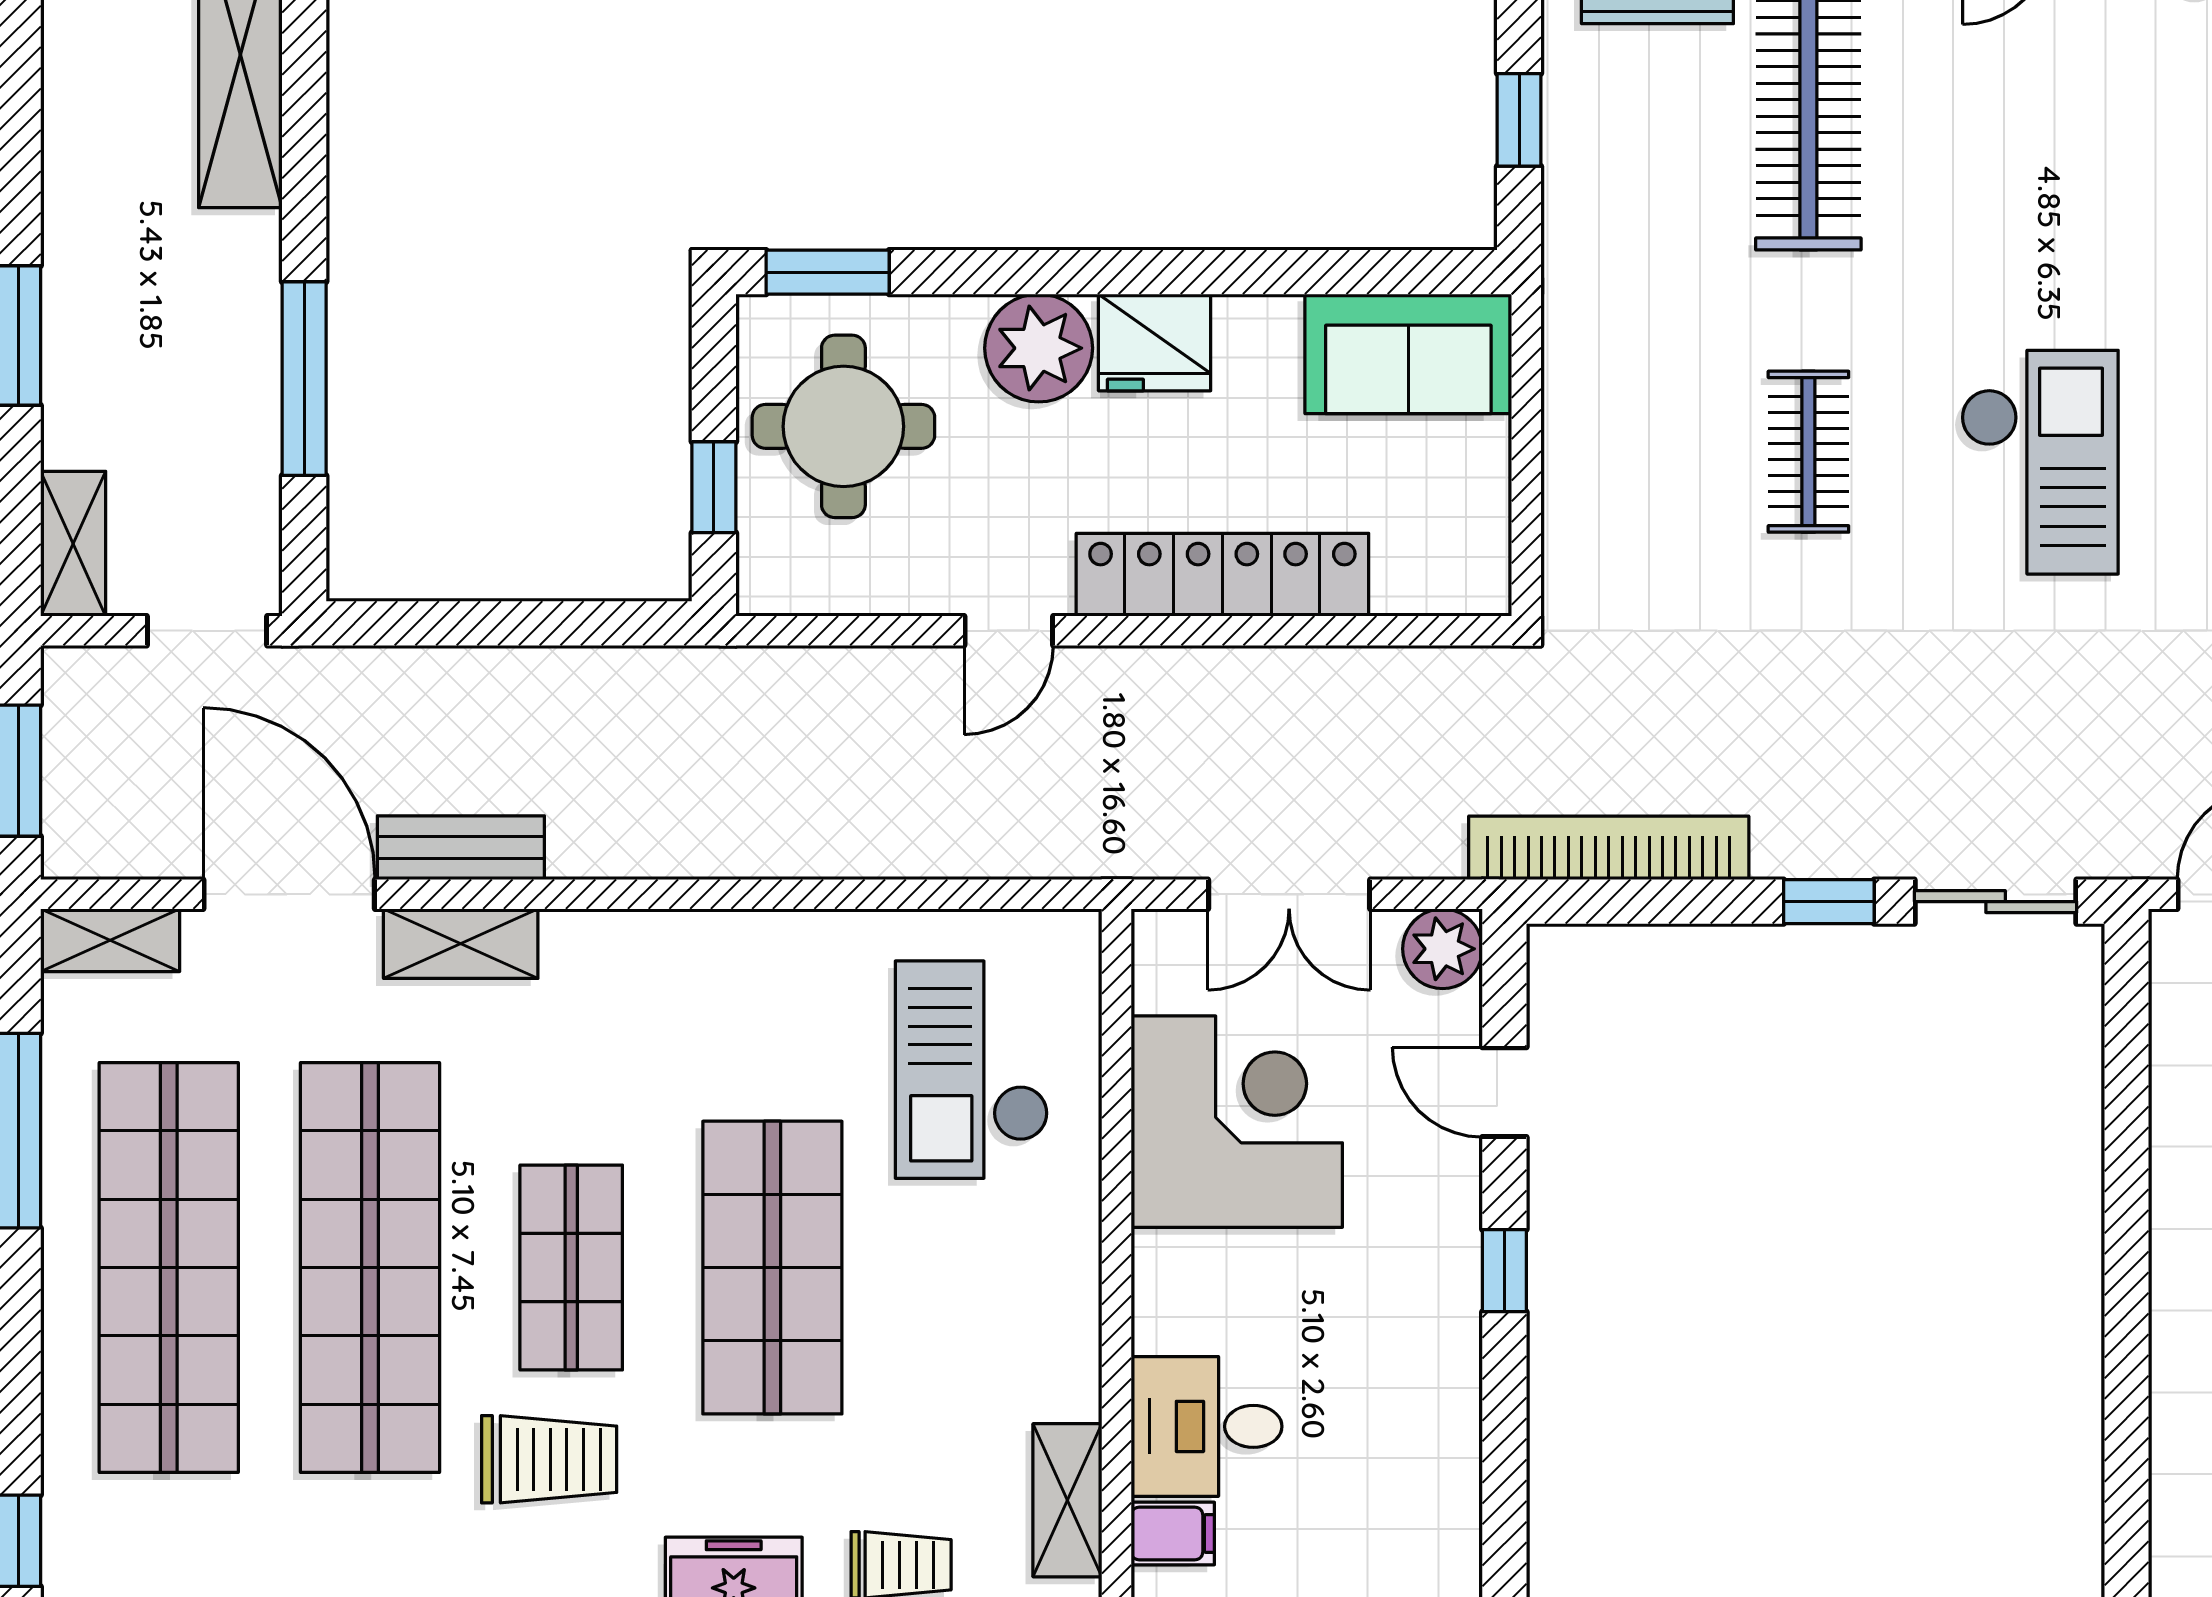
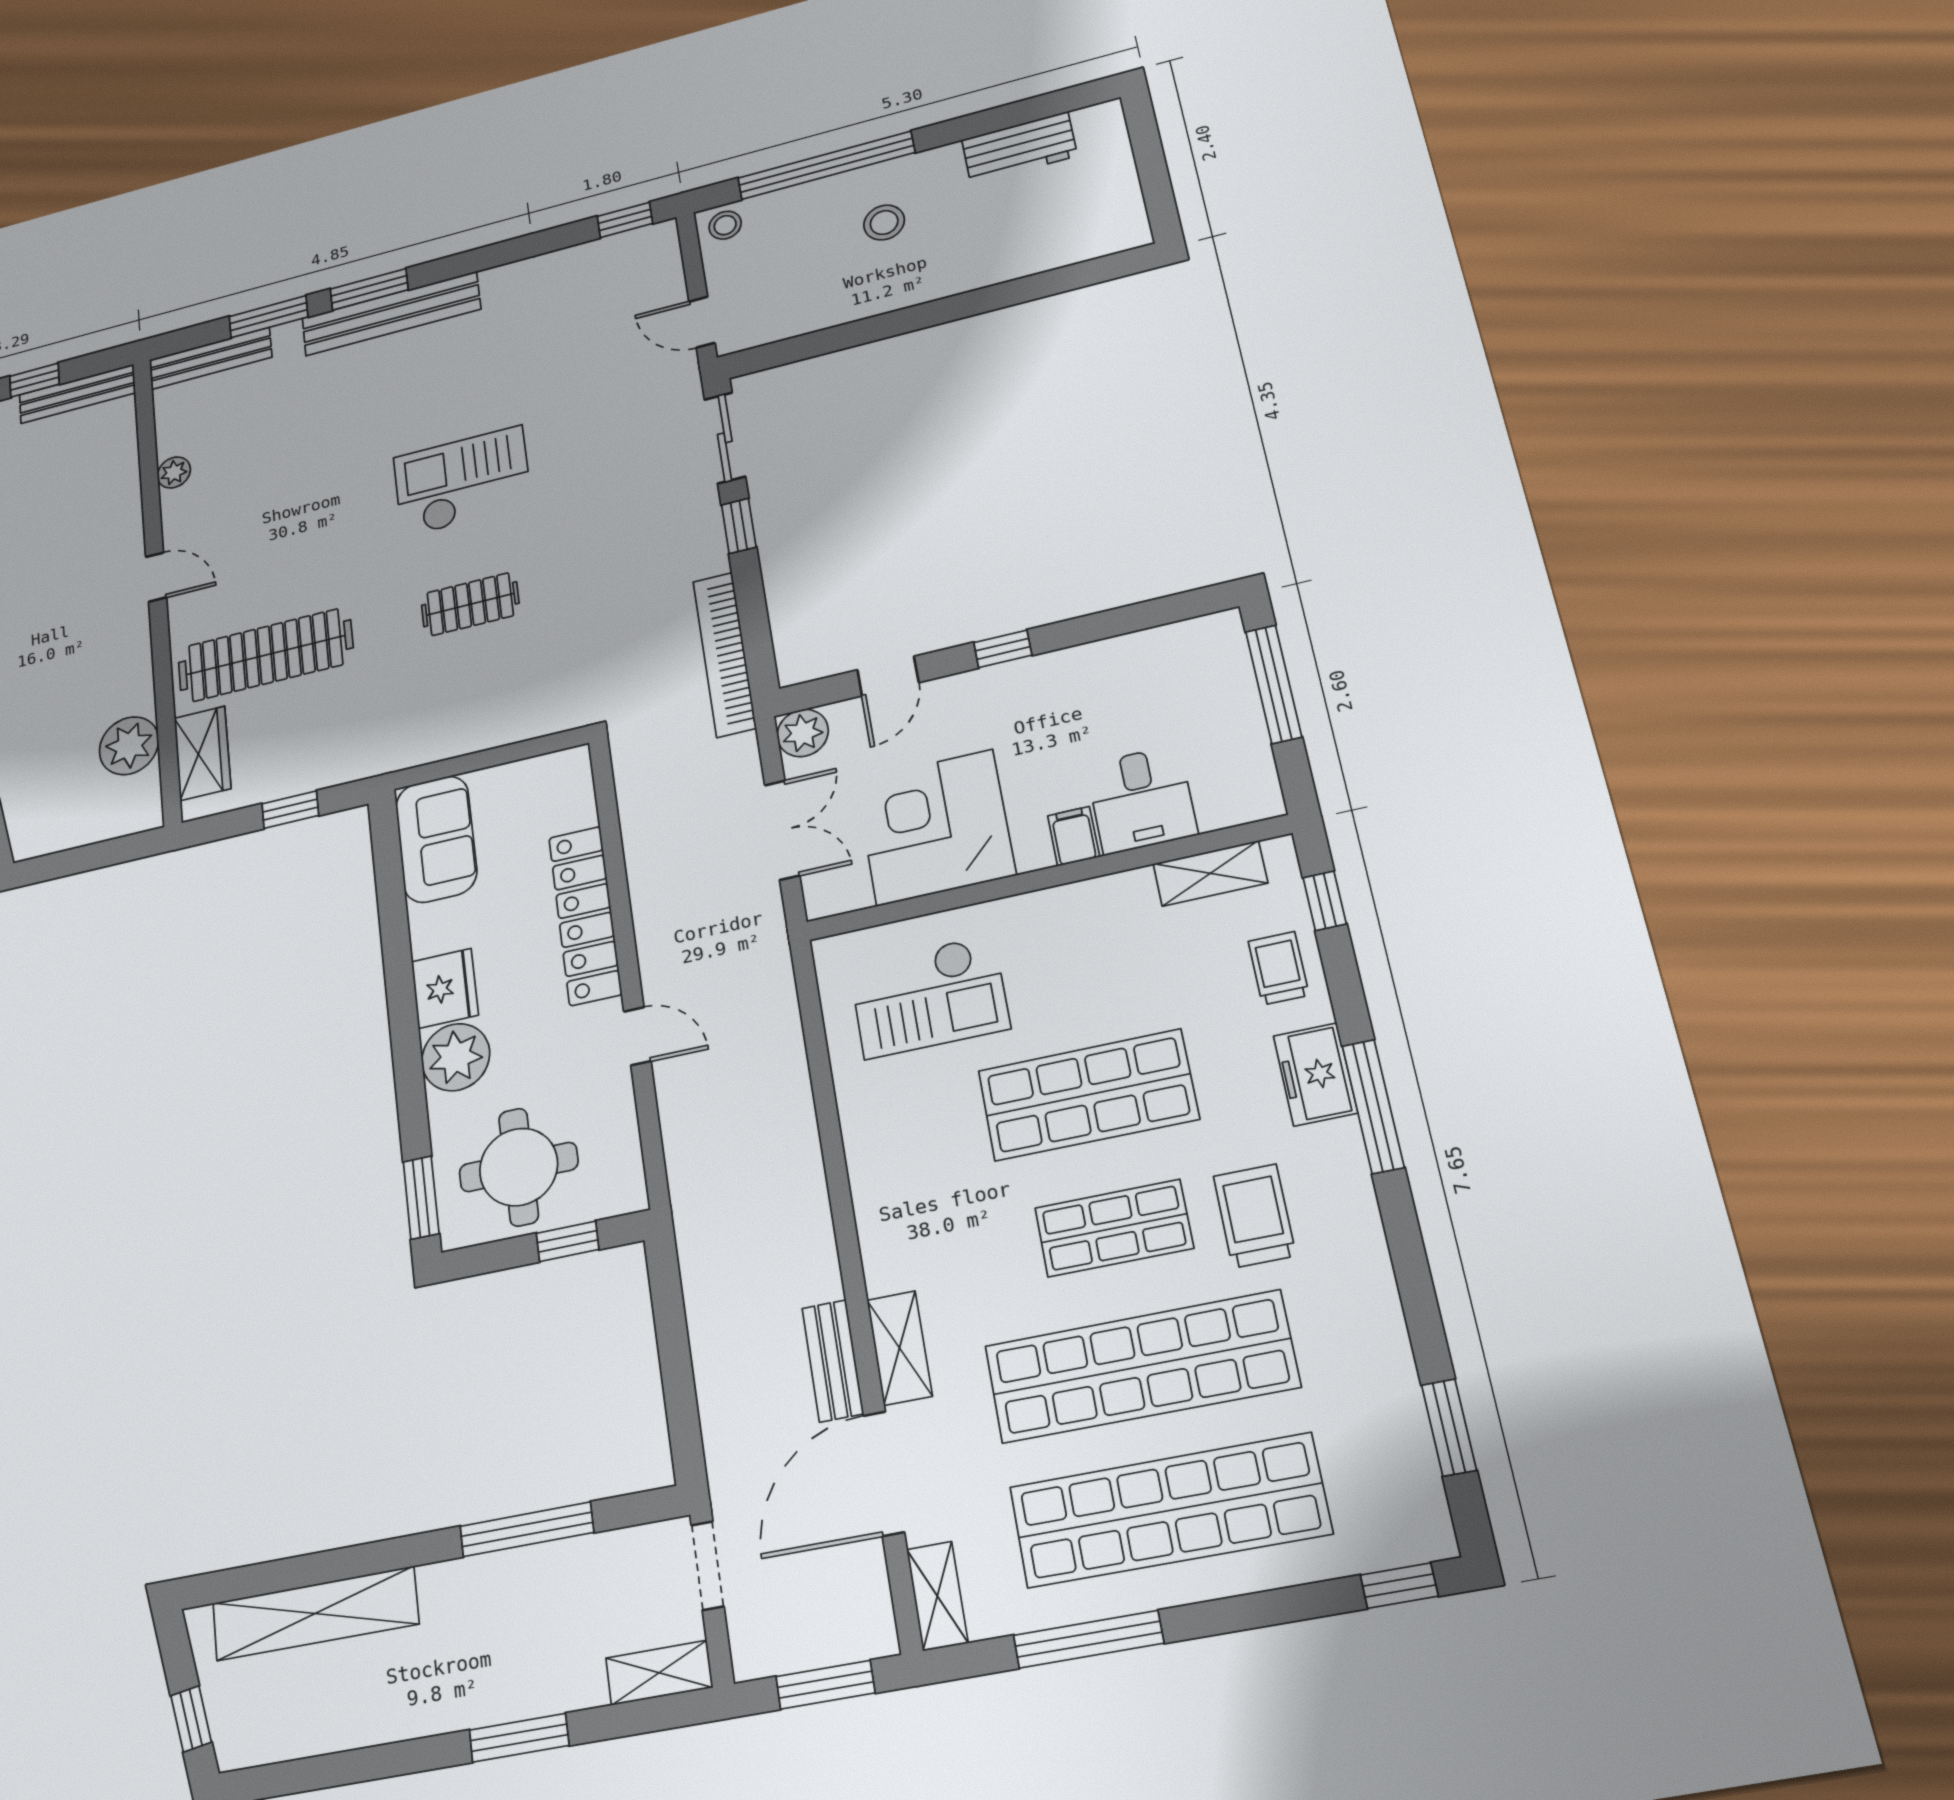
filing cabinet: (1173, 1533) -> (1074, 836), moved

